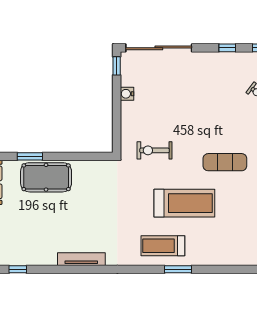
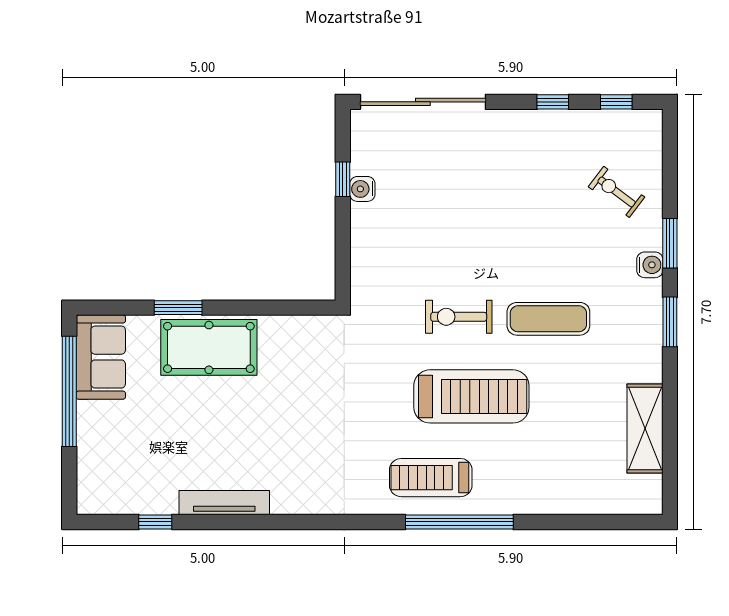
window: (117, 66) -> (343, 179), moved
exercise bike: (155, 150) -> (459, 317), moved
tv unit: (81, 259) -> (224, 503), moved
window: (178, 269) -> (459, 522), width x2.11

